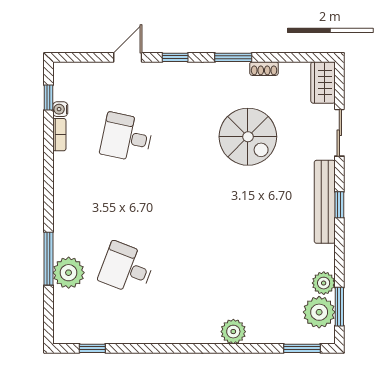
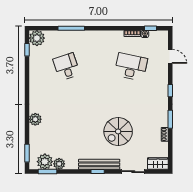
door: (128, 57) -> (170, 56), moved
desk: (127, 137) -> (131, 67), width x1.37
spiral stairs: (248, 137) -> (118, 131), moved
desk: (127, 268) -> (66, 67), turned -39
plant: (69, 273) -> (37, 38), moved

